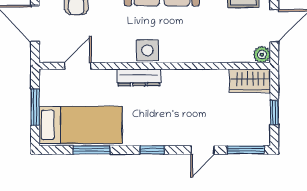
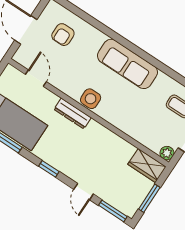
door: (78, 66) -> (36, 78), hinge flipped
window: (274, 113) -> (149, 198), width x1.50
door: (203, 150) -> (84, 192), hinge flipped

